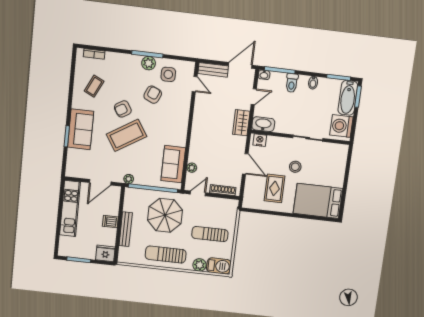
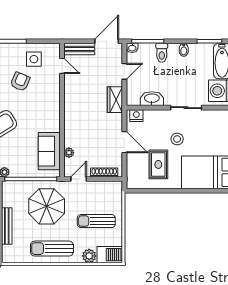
plant: (149, 63) -> (12, 50), removed
washbasin: (263, 124) -> (152, 99), moved

